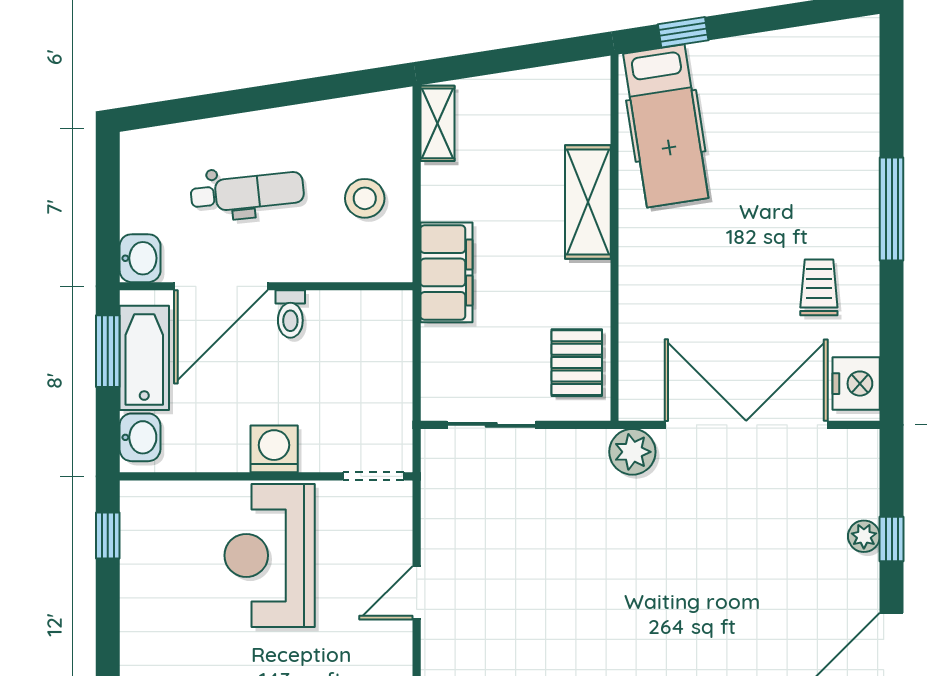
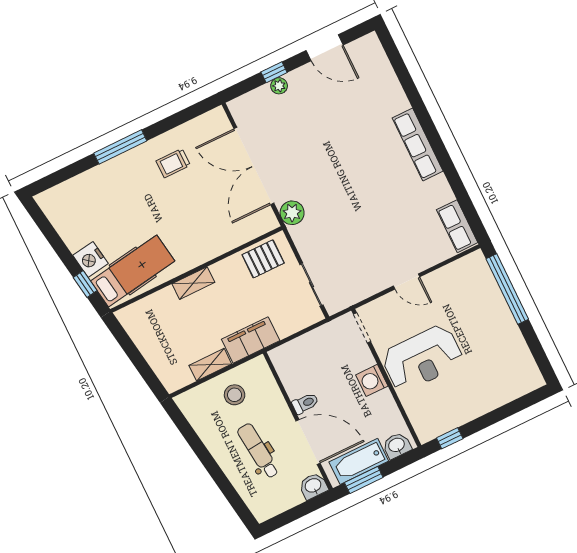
shelving: (437, 123) -> (210, 365), moved
shelving: (588, 202) -> (193, 283), width x0.67, depth x0.75
nightstand: (856, 384) -> (90, 259), moved, turned -99

